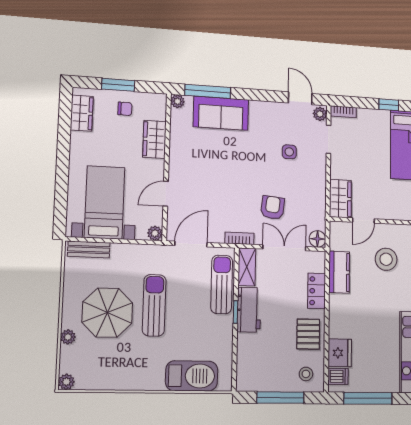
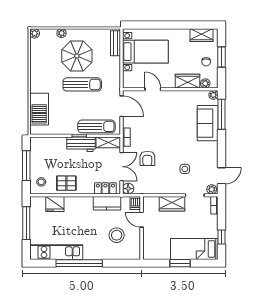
wardrobe: (340, 199) -> (172, 204), moved
armchair: (273, 208) -> (147, 158), turned 84
plant: (155, 233) -> (205, 83), moved
locker: (317, 291) -> (105, 188), moved
dishwasher: (338, 376) -> (135, 203), moved

